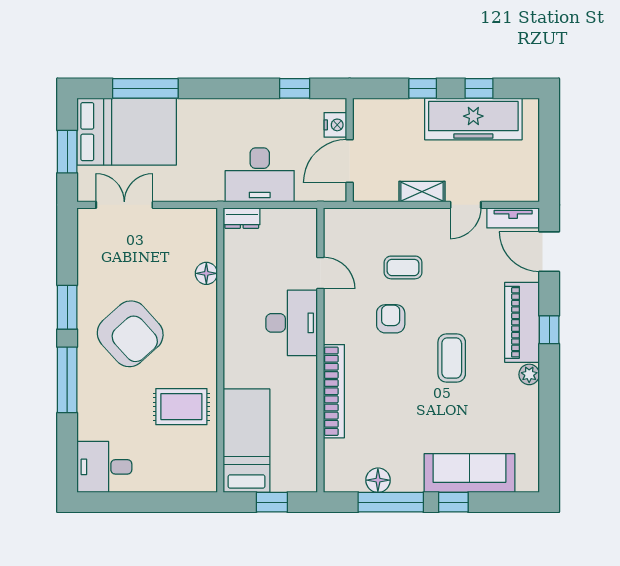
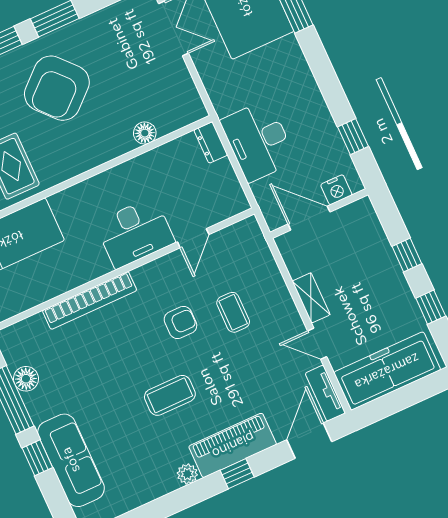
freezer: (473, 119) -> (387, 371), moved, turned 90

